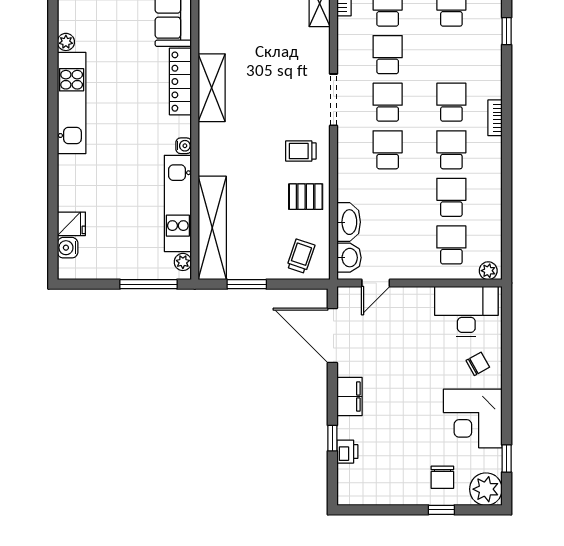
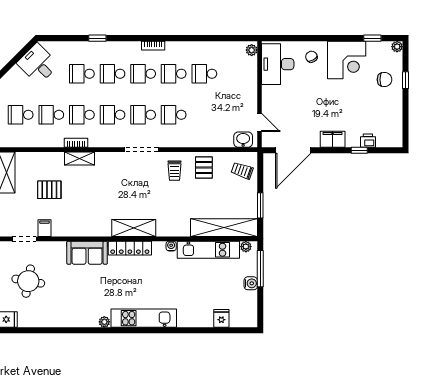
washbasin: (349, 222) -> (220, 140), removed
school desk: (451, 245) -> (113, 74), moved
water cooler: (68, 248) -> (251, 283), moved, turned -90
plant: (486, 489) -> (397, 47), width x0.53, depth x0.53

